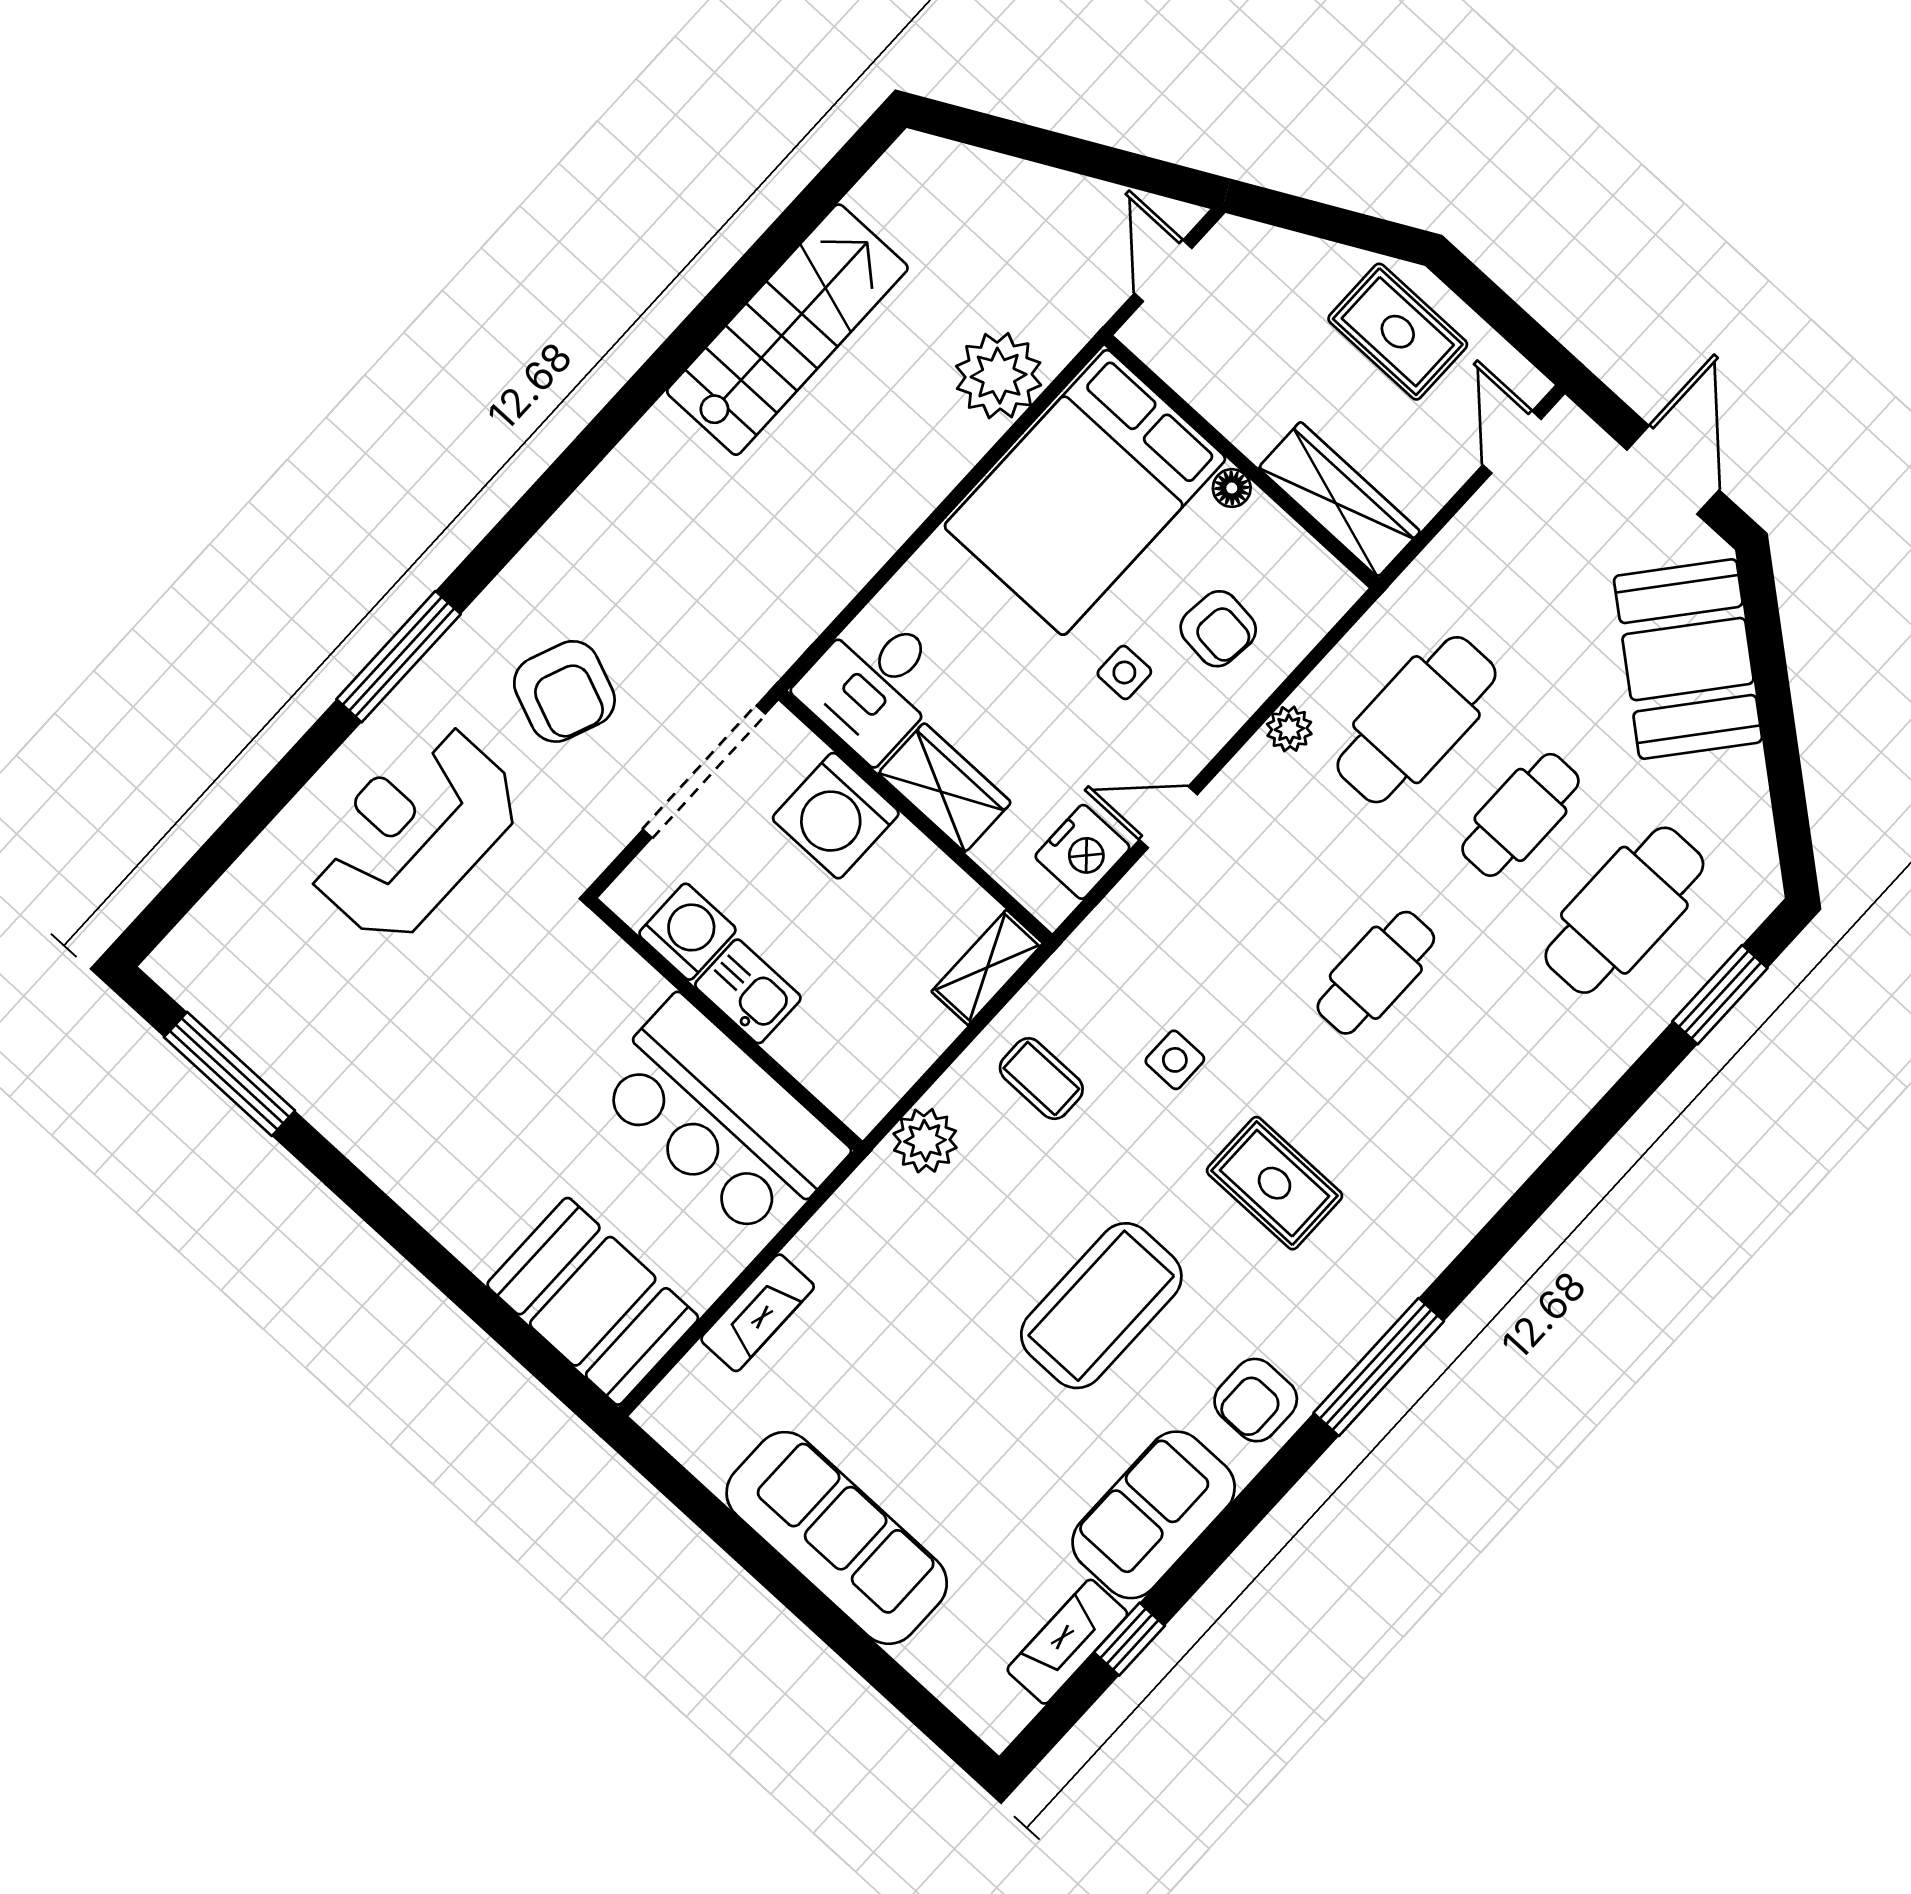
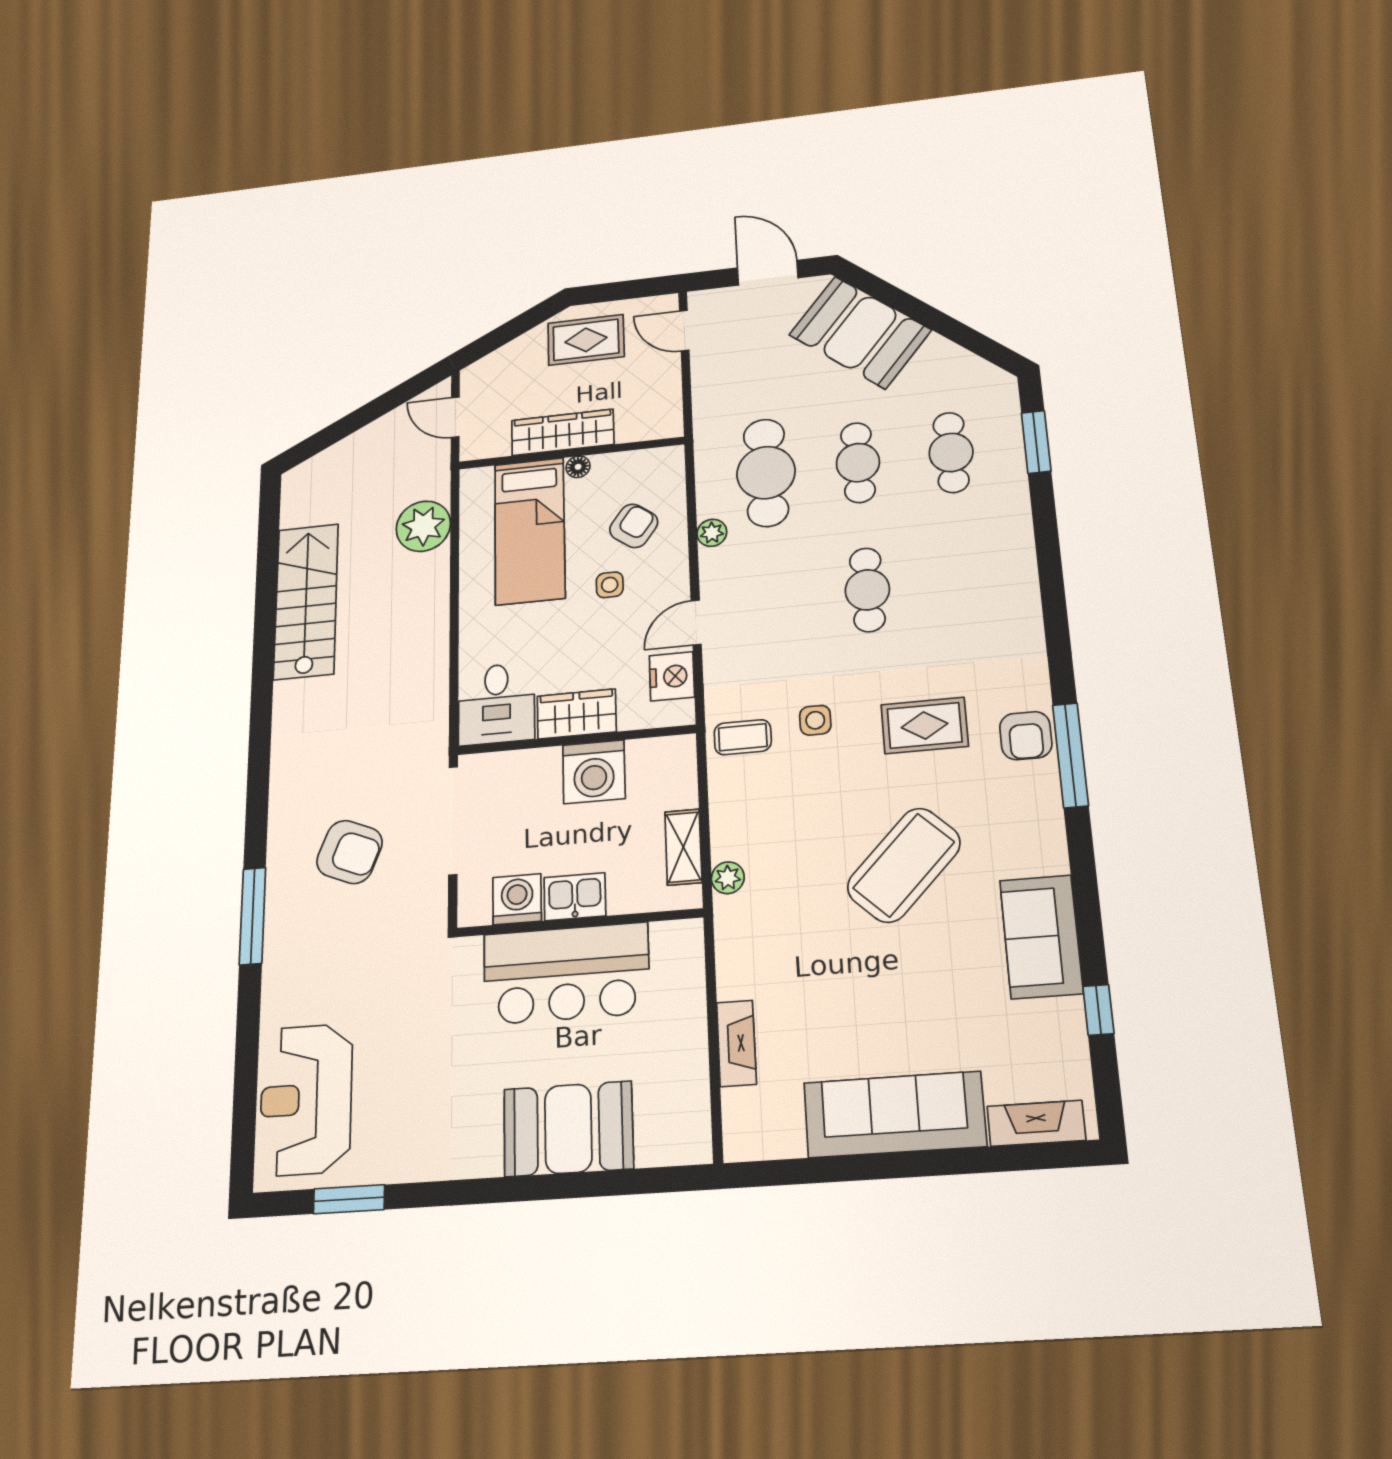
bed: (1085, 492) -> (530, 531), width x0.67
wardrobe: (1339, 499) -> (563, 432), moved
armchair: (1218, 629) -> (634, 526), turned -60
washing machine: (836, 816) -> (594, 772), moved
reception desk: (413, 833) -> (306, 1099), moved
cafe table: (1624, 910) -> (951, 452), width x0.73, depth x0.74
shelving: (987, 967) -> (683, 847), moved
window: (229, 1074) -> (349, 1199), width x0.69
coffee table: (1041, 1079) -> (743, 737), moved
bar counter: (721, 1119) -> (566, 973), moved
plant: (925, 1141) -> (728, 878), width x0.73, depth x0.73
booth: (593, 1301) -> (568, 1129), moved
coffee table: (1101, 1306) -> (904, 865), turned 44
armchair: (1256, 1400) -> (1026, 736), moved
fireplace: (1067, 1642) -> (1036, 1123), moved, turned 90

